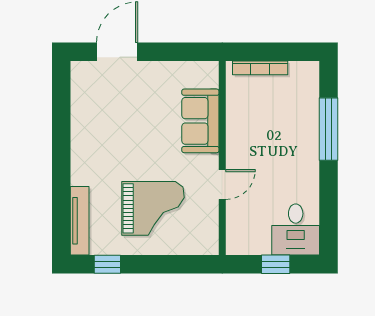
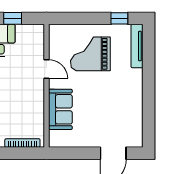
door: (222, 184) -> (46, 69), swing flipped

